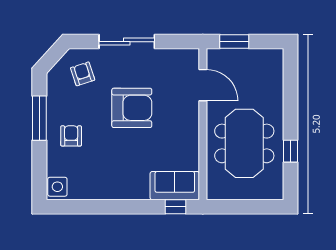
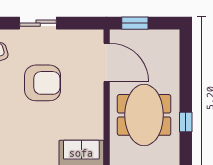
sliding door: (127, 42) -> (38, 23), width x0.73
door: (203, 85) -> (107, 62), width x1.36

